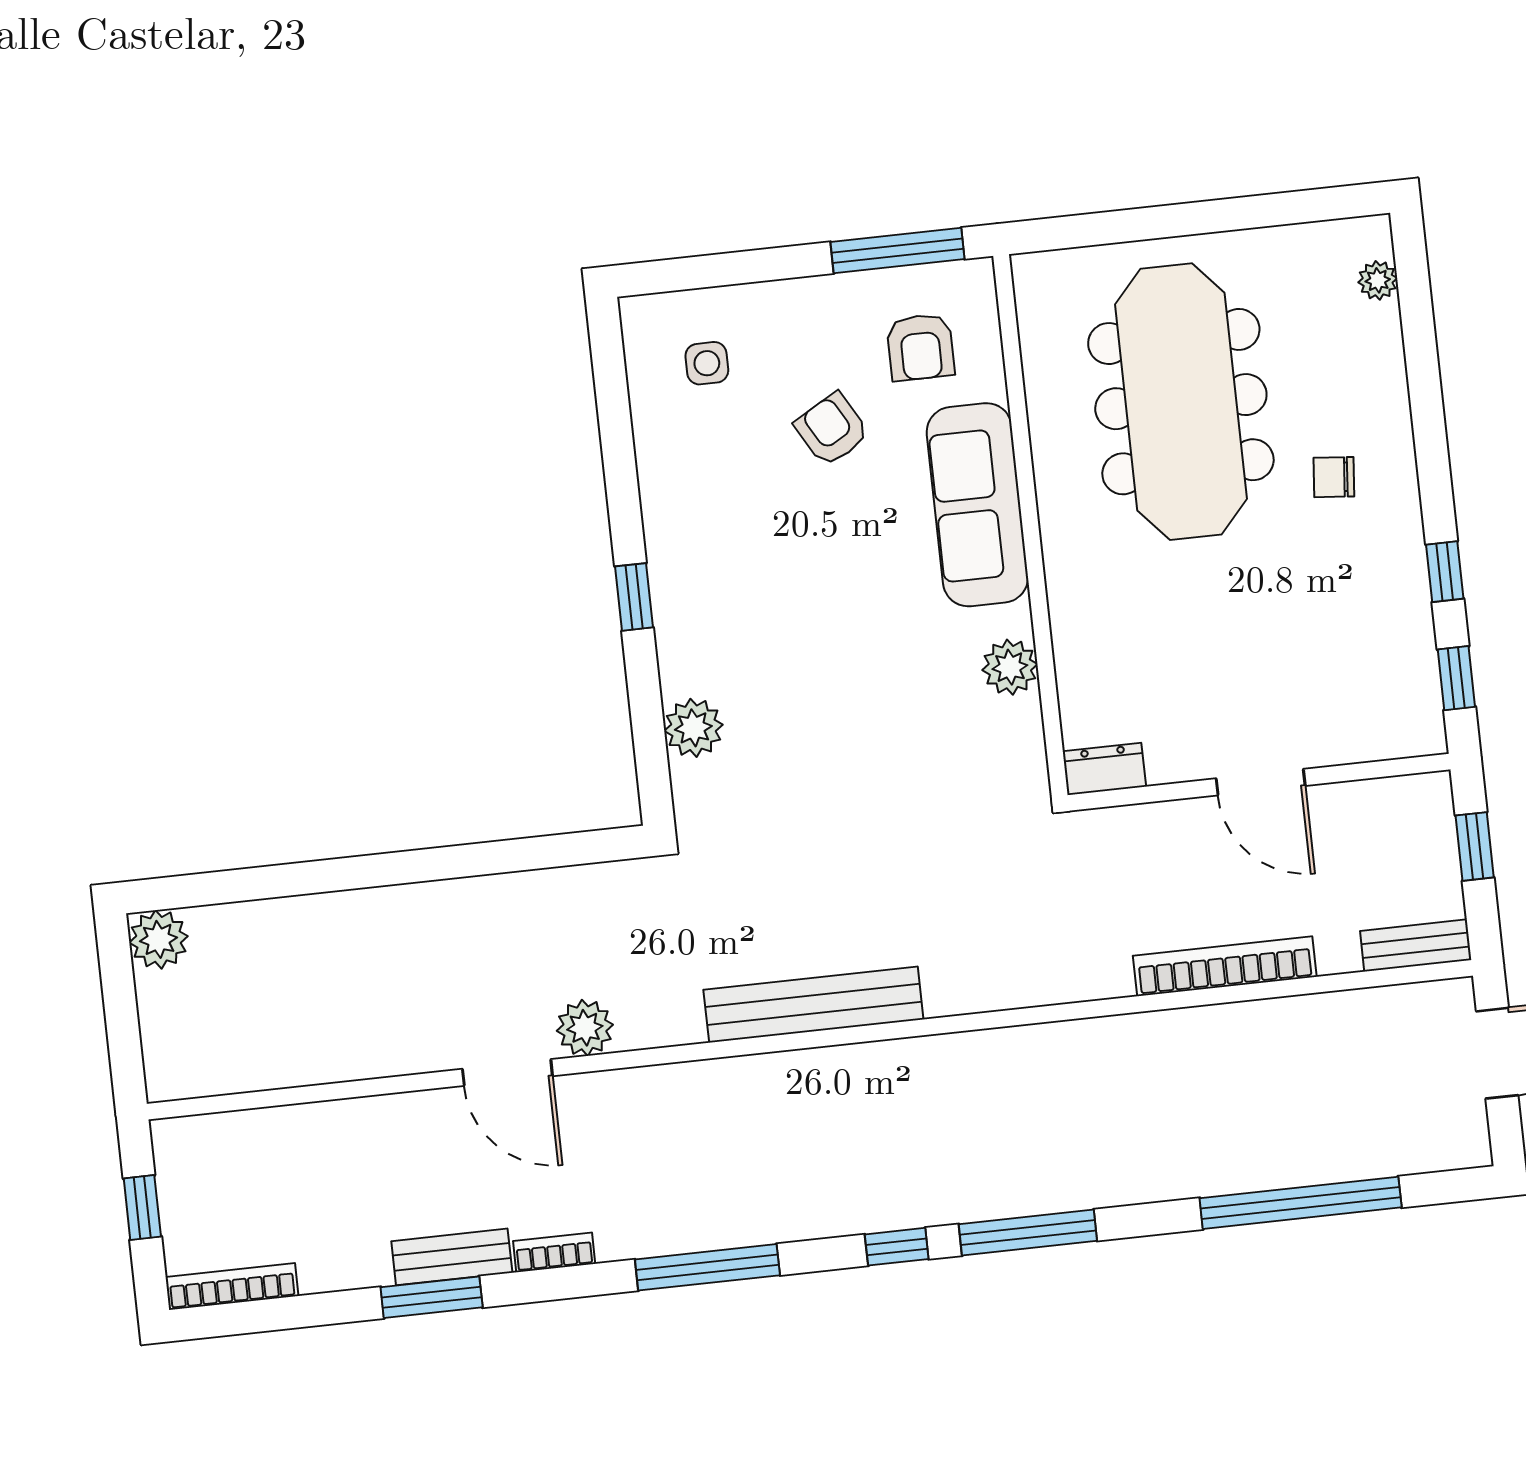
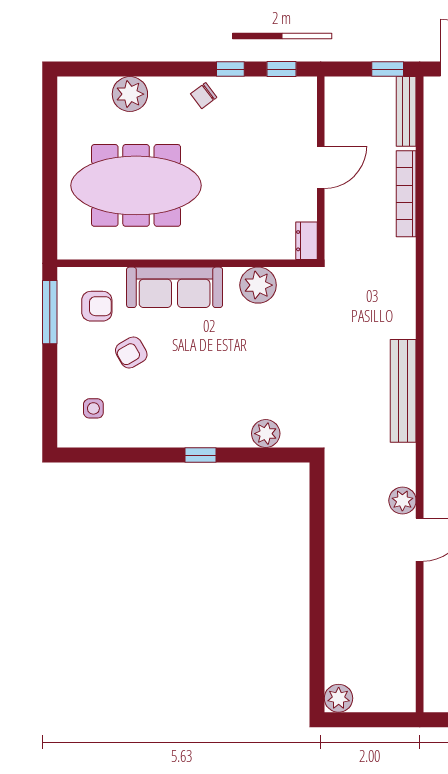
plant: (1378, 280) -> (130, 94), moved, width x1.88, depth x1.88
chair: (1334, 477) -> (204, 96), moved, turned 48
plant: (1010, 667) -> (258, 285), width x1.36, depth x1.36
window: (1475, 846) -> (388, 69), moved
bench: (1416, 945) -> (406, 111), width x1.36

